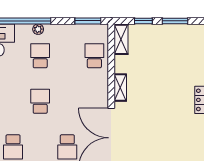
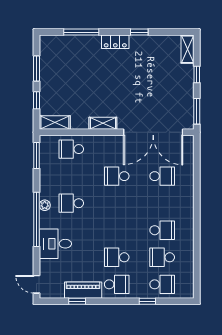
school desk: (40, 101) -> (117, 176), moved

